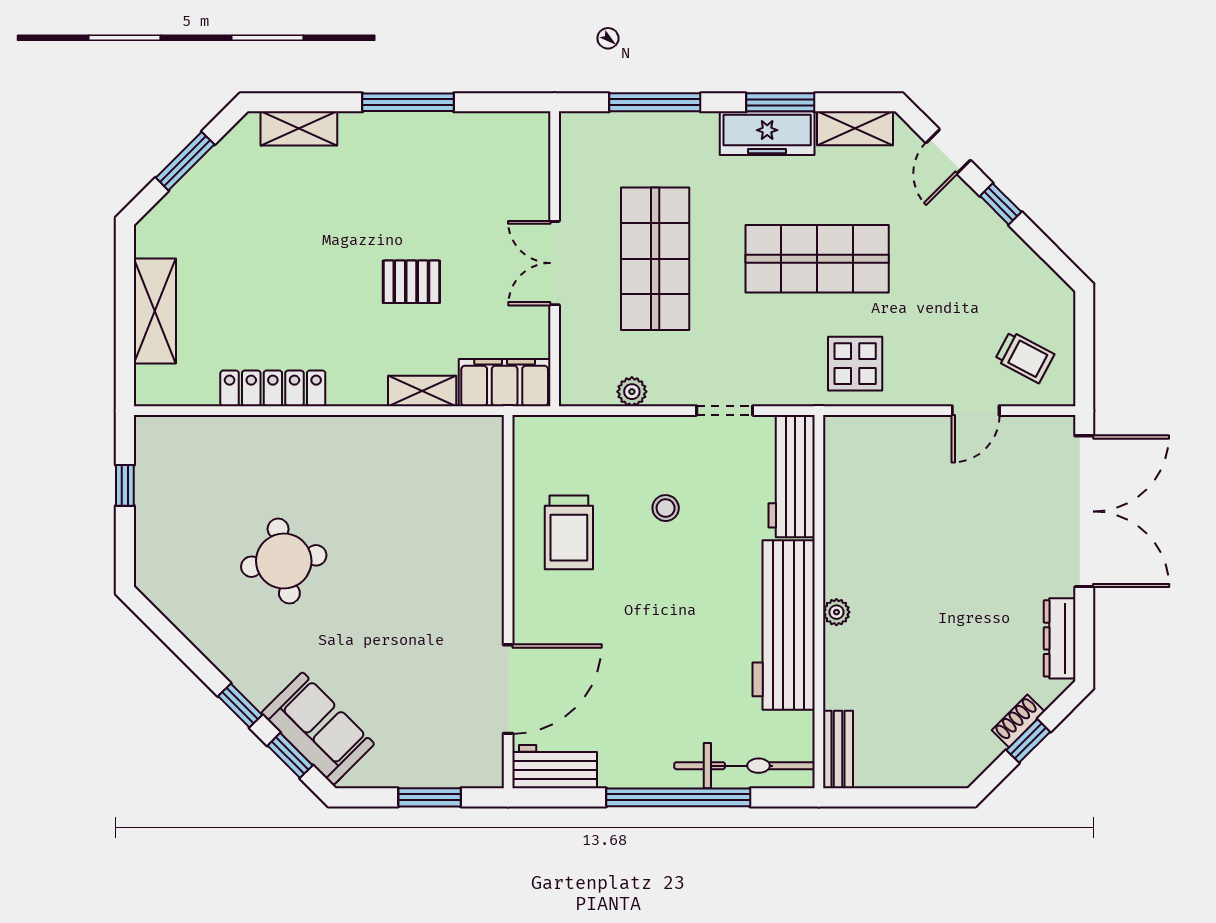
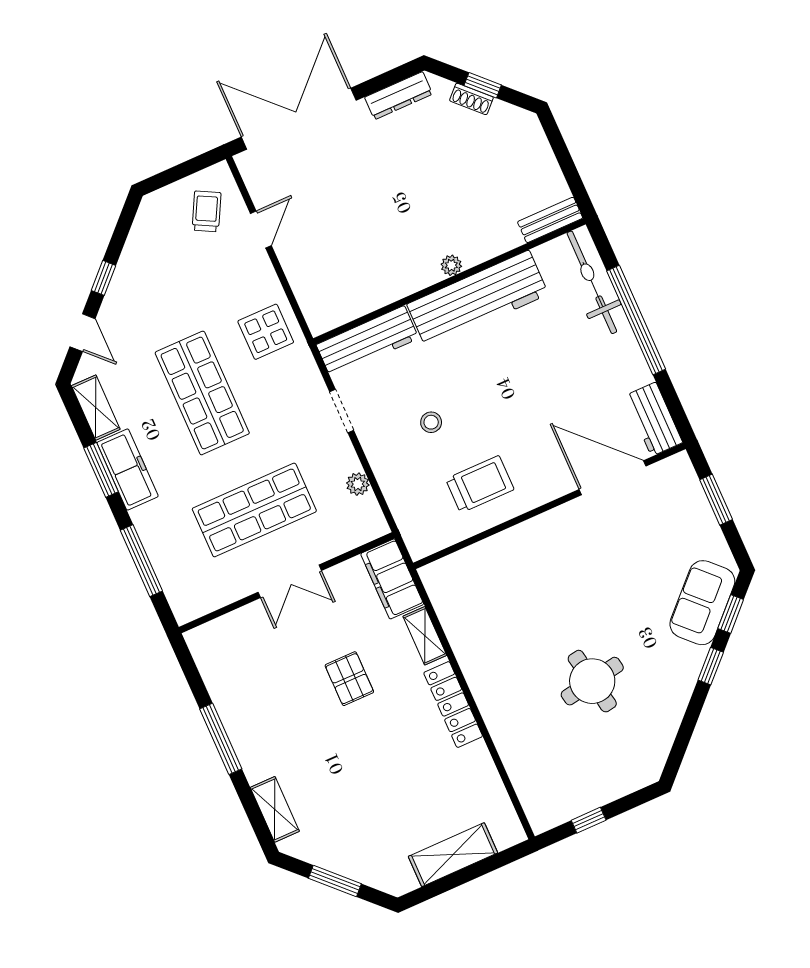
door: (948, 151) -> (83, 333), hinge flipped
locker: (273, 388) -> (453, 704), moved
door: (976, 411) -> (261, 230), hinge flipped

